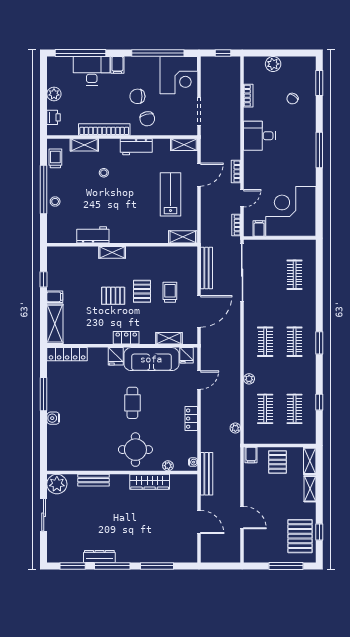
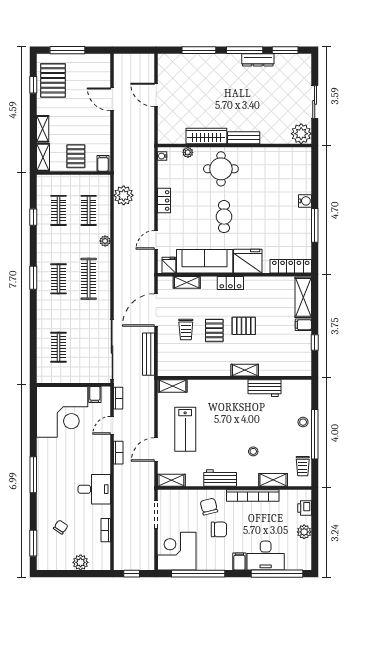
clothes rail: (265, 342) -> (89, 279), width x1.36
fridge: (116, 356) -> (248, 261), width x1.88, depth x1.34
plant: (235, 428) -> (124, 195), width x1.88, depth x1.88
bench: (207, 474) -> (148, 144), removed
bench: (94, 480) -> (244, 138), moved

